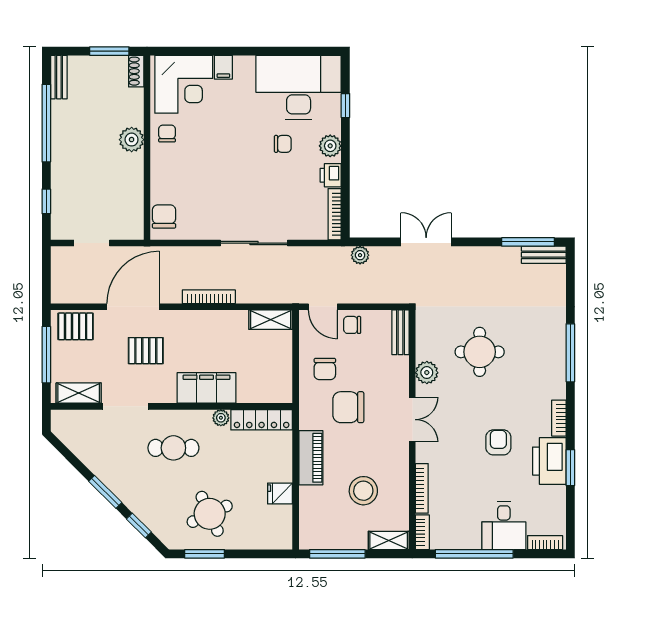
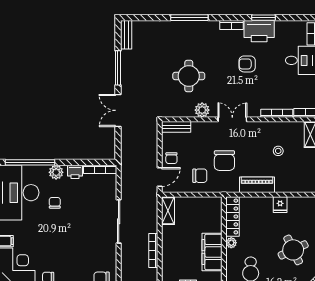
window: (345, 106) -> (30, 162), width x3.17
window: (528, 242) -> (118, 68), moved
plant: (360, 255) -> (126, 153), removed
stool: (363, 491) -> (278, 151), width x0.53, depth x0.53

